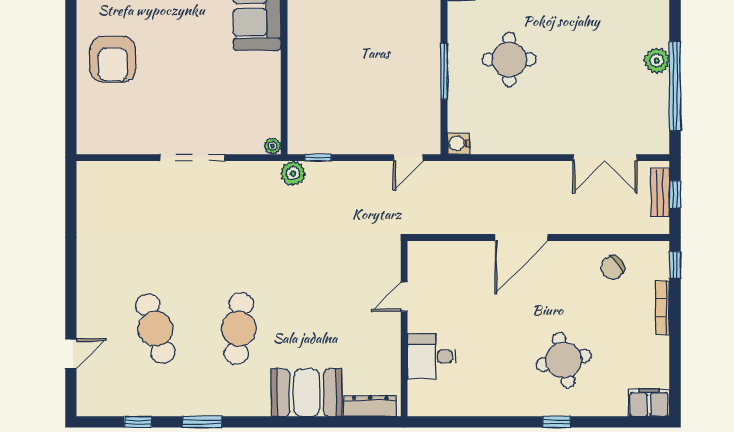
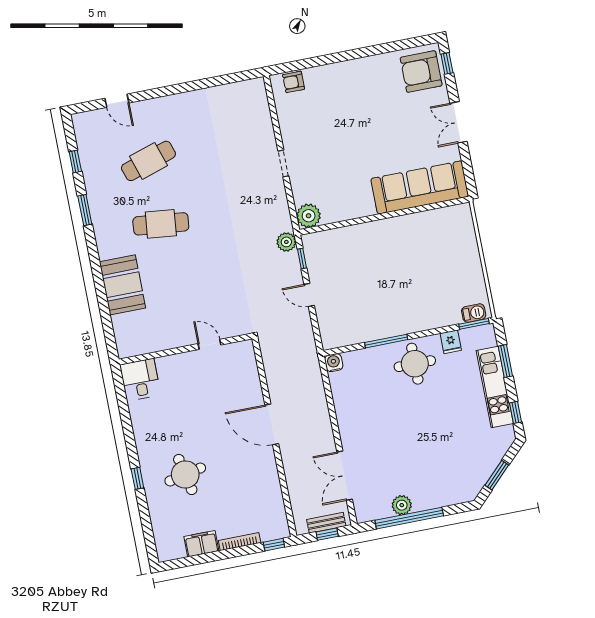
armchair: (113, 59) -> (294, 82), moved, width x0.53, depth x0.53
round table: (509, 60) -> (415, 364), moved
plant: (657, 61) -> (402, 505), moved
plant: (272, 146) -> (309, 216), width x1.87, depth x1.87
doorway: (192, 158) -> (283, 164), width x0.53
door: (408, 158) -> (309, 295), moved
chair: (612, 268) -> (262, 498), removed
desk: (432, 356) -> (140, 380), moved
filing cabinet: (649, 403) -> (201, 544), moved, turned -90
dresser: (370, 406) -> (122, 335), removed

